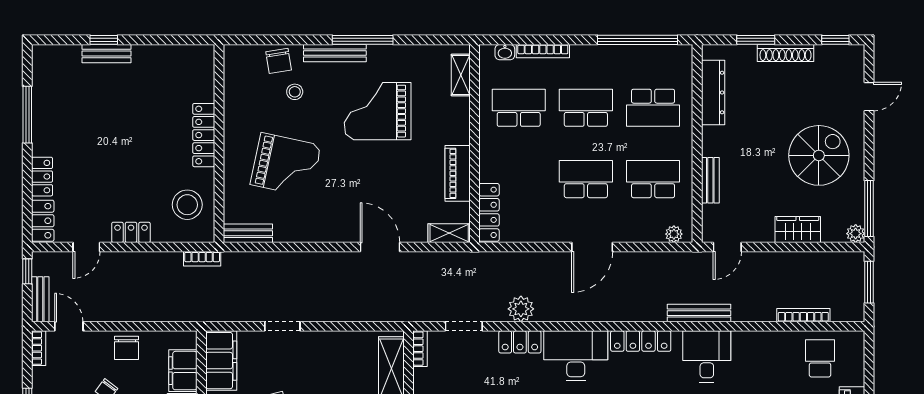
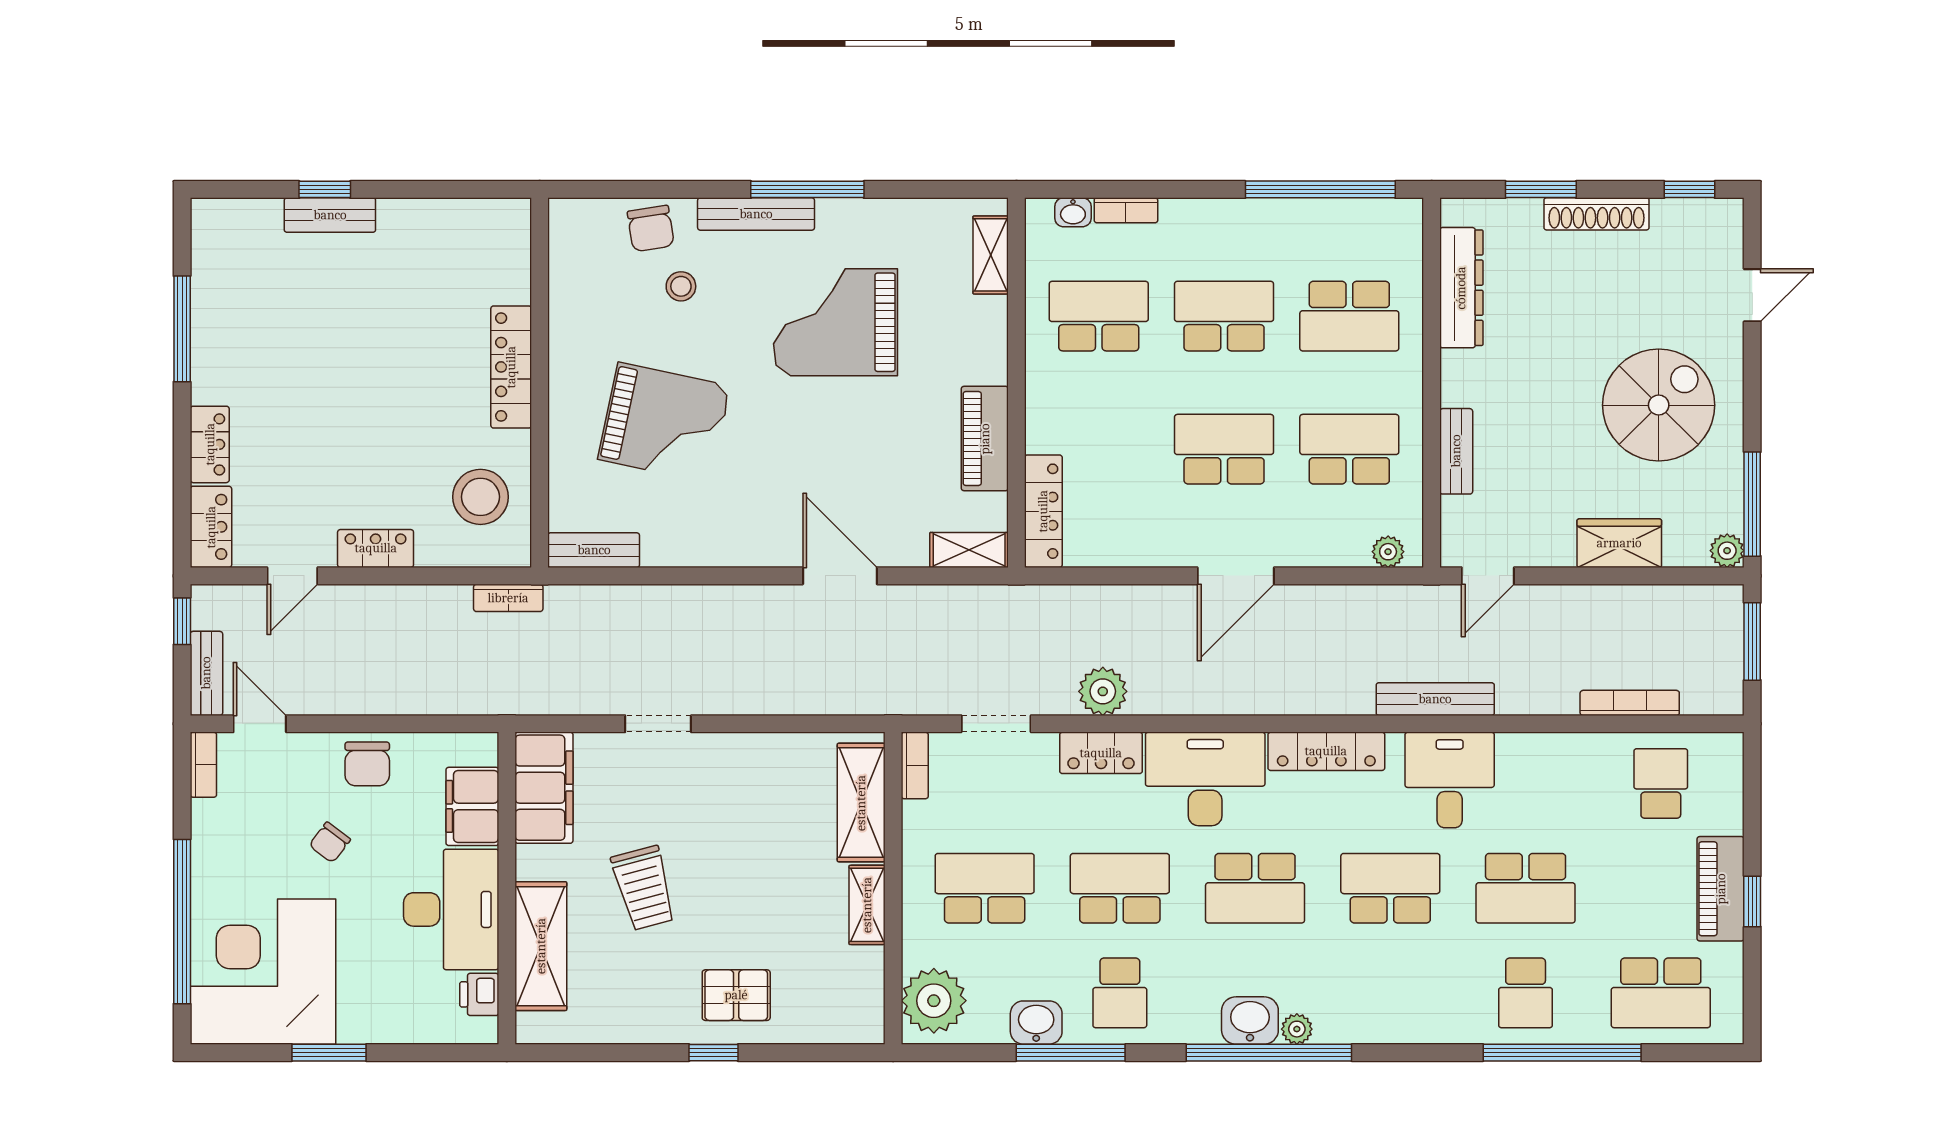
bookcase: (543, 51) -> (1126, 210), width x0.64

